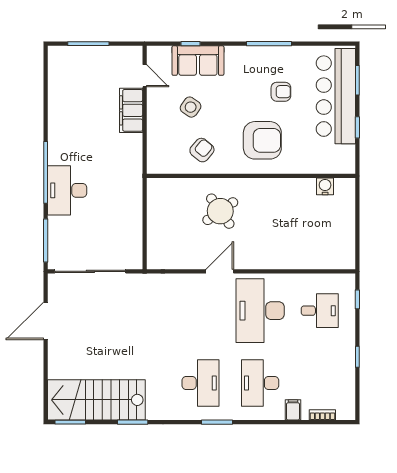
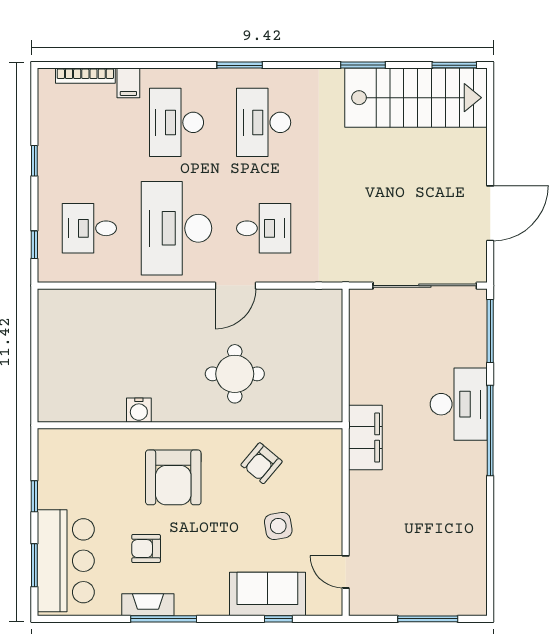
fireplace: (280, 53) -> (148, 605), added
bar counter: (336, 96) -> (66, 561), width x0.73
side table: (191, 107) -> (278, 526), turned 45
filing cabinet: (131, 110) -> (365, 438), moved
armchair: (262, 140) -> (173, 477), turned -90
water cooler: (325, 186) -> (139, 410), moved
round table: (220, 211) -> (235, 374), turned 35
desk: (201, 311) -> (264, 228), added
desk: (260, 311) -> (176, 228), turned 180
desk: (260, 383) -> (176, 122), turned 180
bookcase: (322, 415) -> (85, 76), width x1.56

